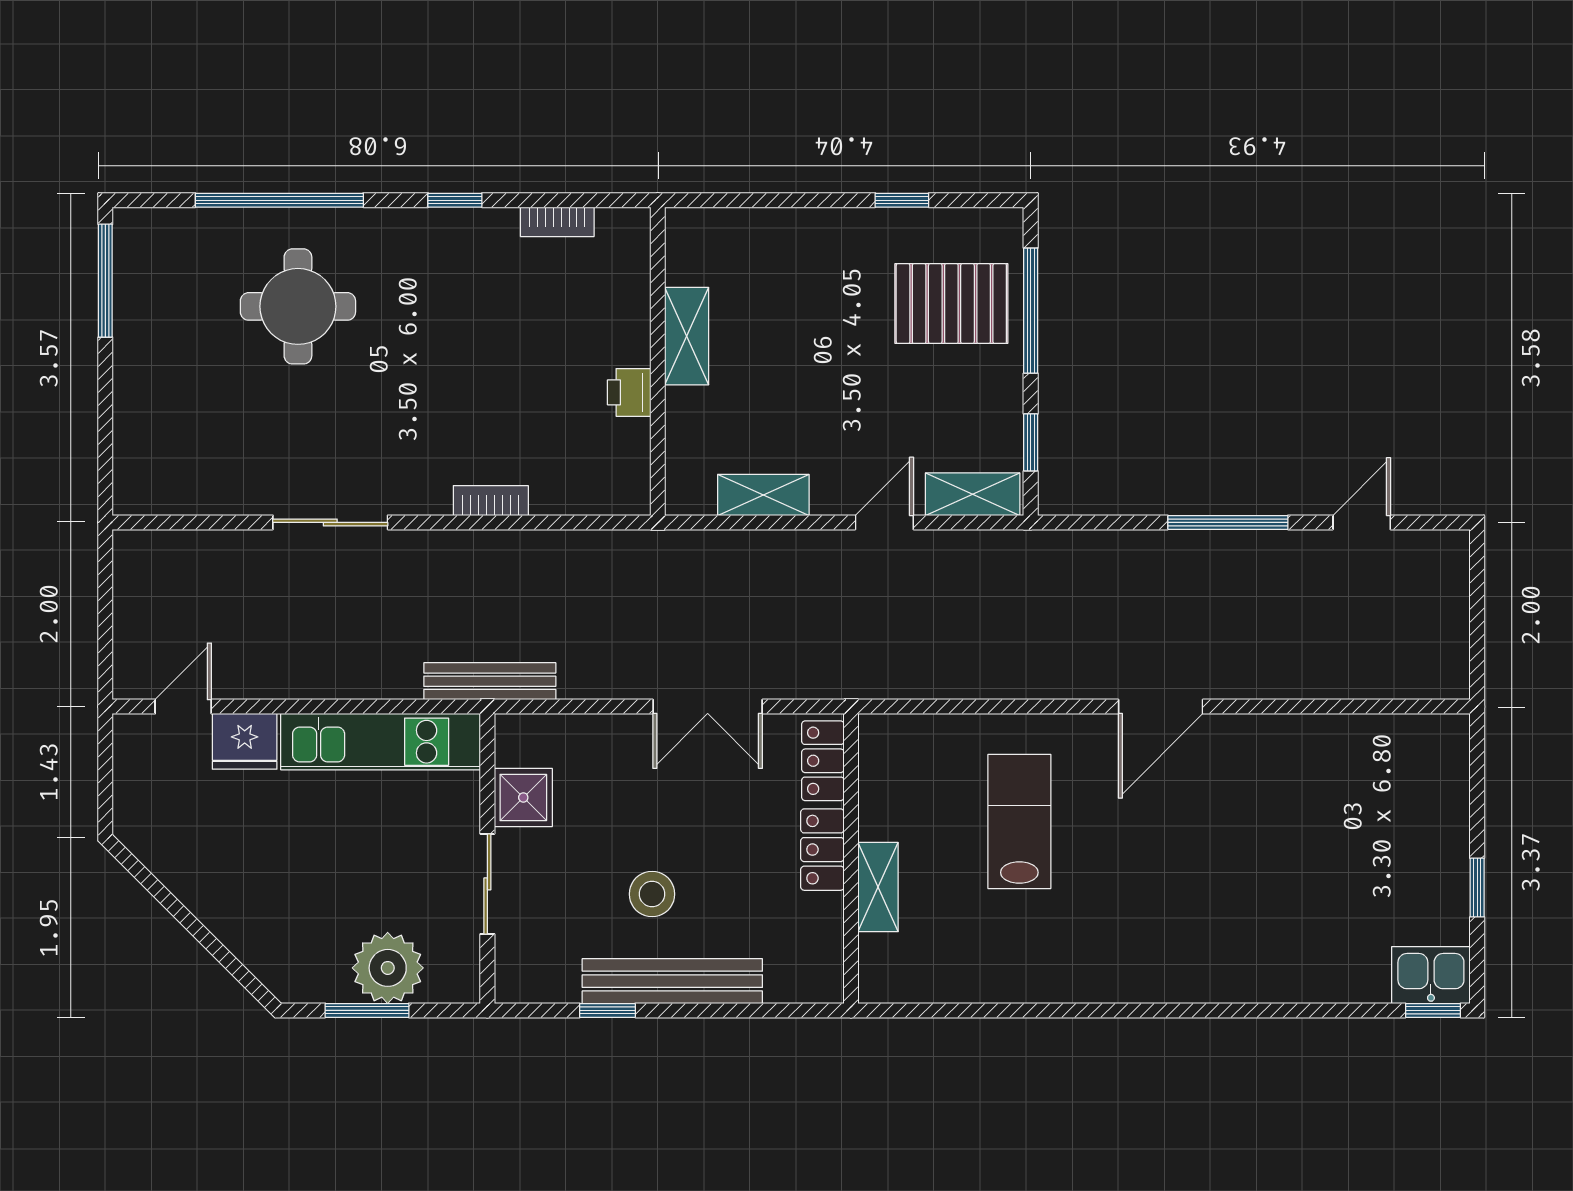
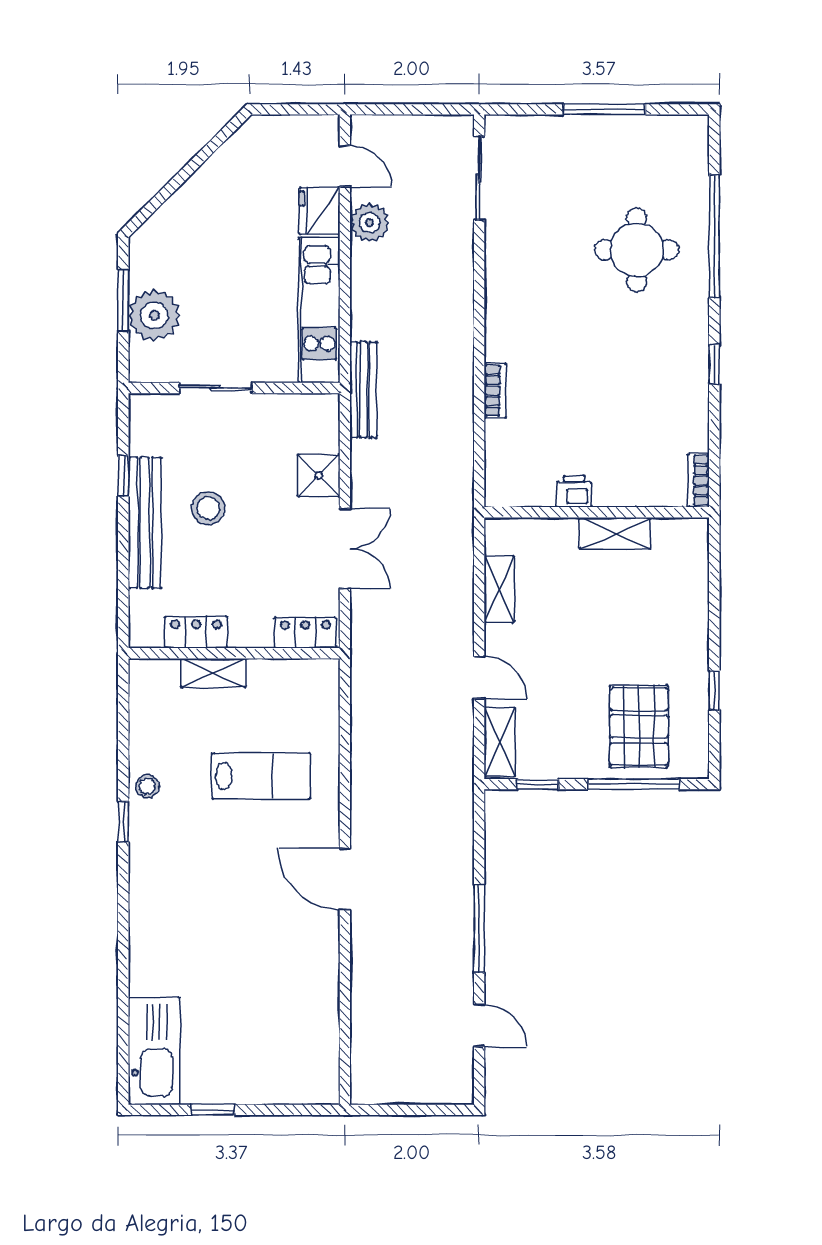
bookcase: (557, 222) -> (698, 480), moved
window: (105, 281) -> (604, 109), moved
sliding door: (330, 522) -> (479, 178), moved
plant: (261, 673) -> (369, 223), added
double door: (708, 707) -> (345, 549), swing flipped
shower: (523, 797) -> (319, 475), moved
locker: (822, 850) -> (196, 632), moved
kitchen sink: (1431, 975) -> (154, 1051), width x1.87, depth x1.24
stool: (1033, 978) -> (147, 786), added
window: (1433, 1010) -> (123, 822), moved

